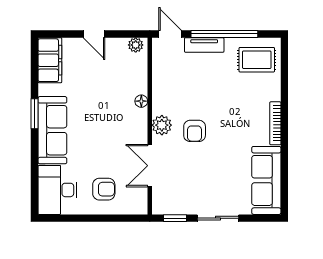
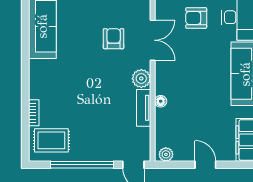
tv unit: (204, 45) -> (144, 108), moved, turned -90
bookcase: (275, 123) -> (34, 113), moved, width x0.64
armchair: (195, 131) -> (114, 39), moved

